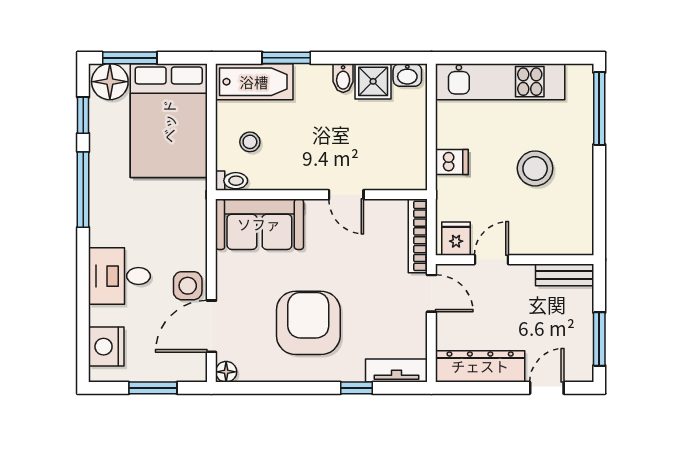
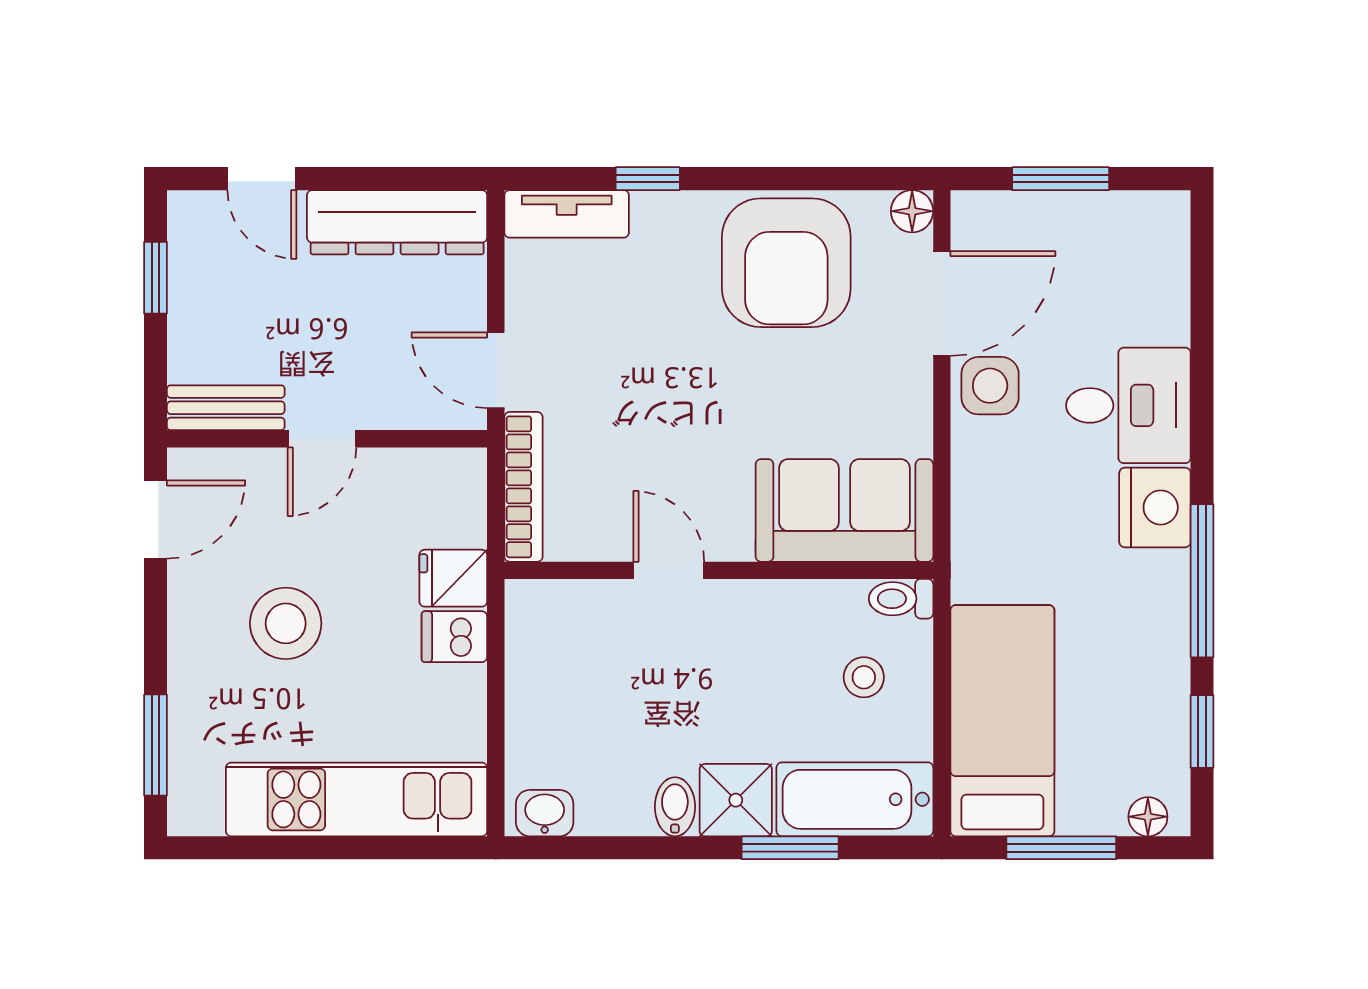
window: (130, 58) -> (1061, 848), moved
shower: (373, 81) -> (736, 800), moved
floor lamp: (110, 82) -> (1148, 817), width x0.53, depth x0.53
window: (599, 108) -> (155, 745), width x0.69
bed: (169, 121) -> (1002, 721), width x0.67
door: (599, 220) -> (155, 519), added
fridge: (456, 239) -> (453, 578), moved, turned 90
door: (491, 260) -> (322, 439), moved
armchair: (308, 323) -> (786, 263), moved
window: (599, 339) -> (155, 278), width x0.67
nightstand: (106, 347) -> (1155, 507), moved
door: (547, 388) -> (262, 179), hinge flipped

